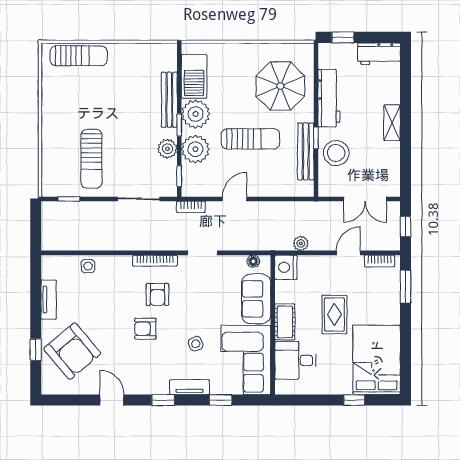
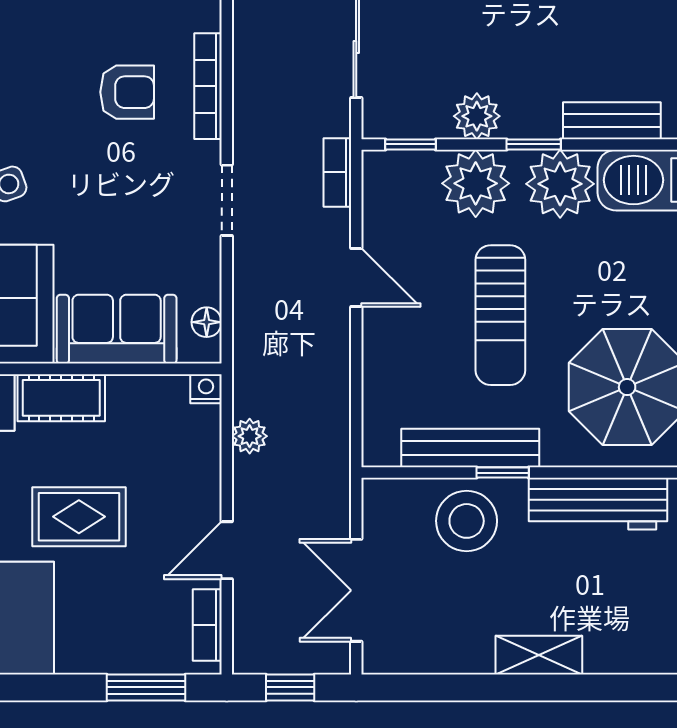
bench: (169, 100) -> (612, 121), width x0.73
door: (348, 253) -> (227, 550), swing flipped
nightstand: (286, 267) -> (206, 389), width x0.53, depth x0.56
armchair: (157, 294) -> (127, 92), turned 180
armchair: (145, 329) -> (45, 63), removed

